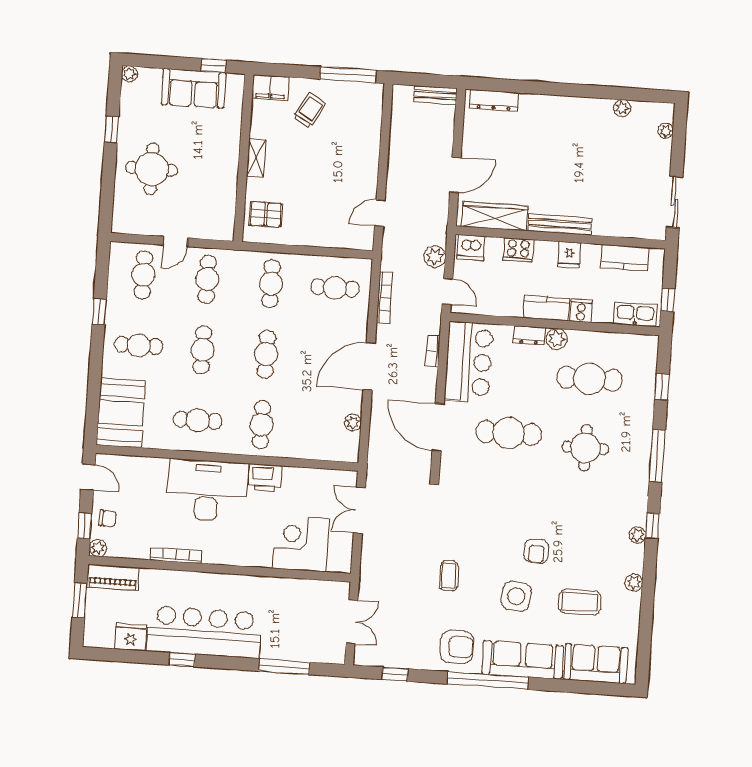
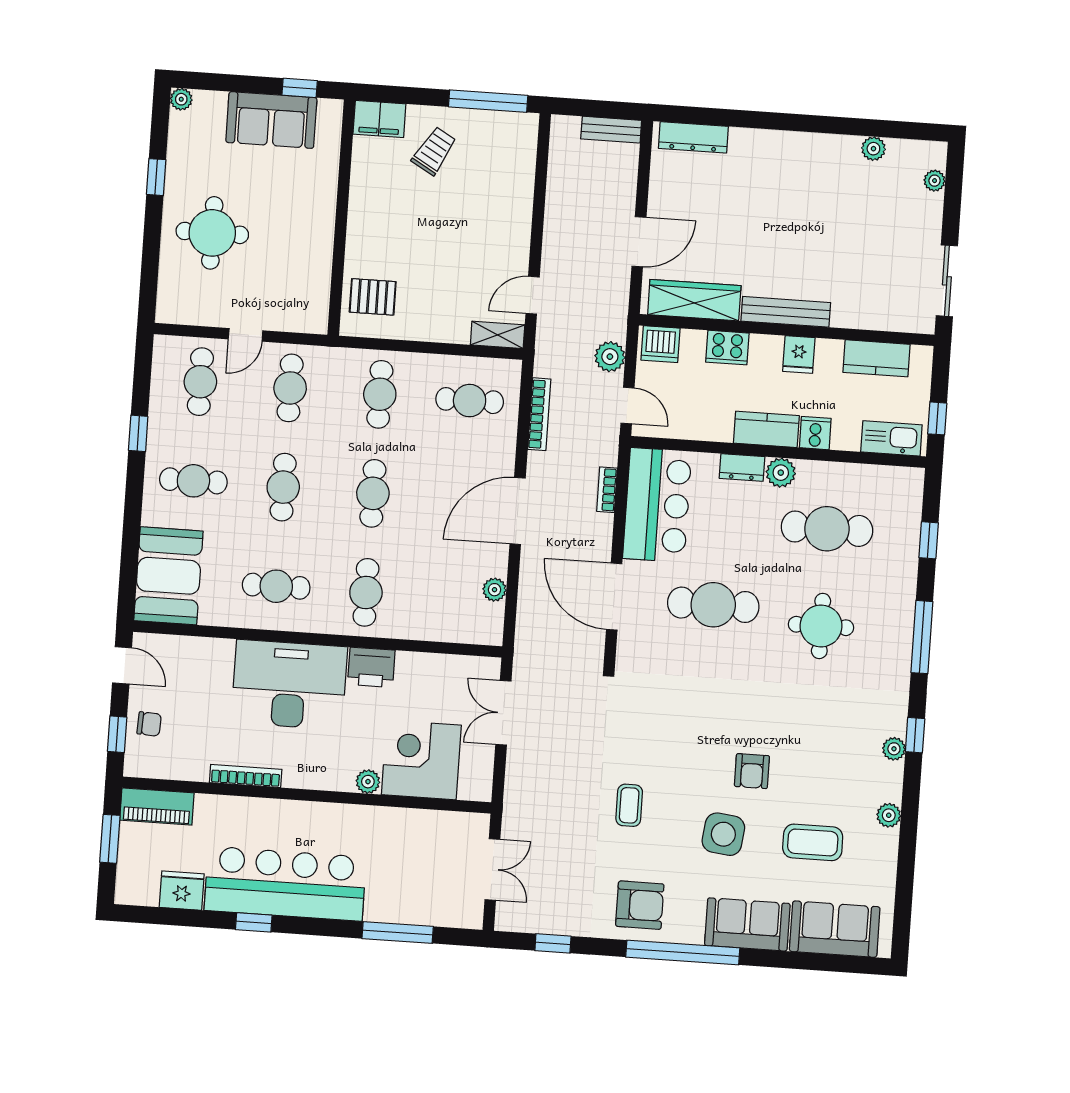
shelving: (256, 158) -> (498, 335), moved, turned 90
plant: (98, 548) -> (368, 782), moved
sofa: (523, 660) -> (747, 924), width x0.73

